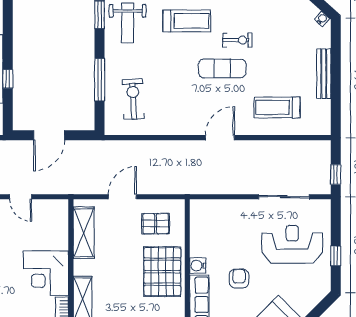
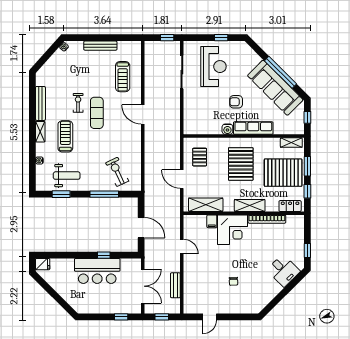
exercise bike: (133, 99) -> (117, 172), turned 68
door: (20, 197) -> (182, 247), hinge flipped
filing cabinet: (59, 242) -> (212, 221), added
reception desk: (292, 244) -> (213, 67), turned 180
pallet: (162, 272) -> (241, 164), moved, turned 90

